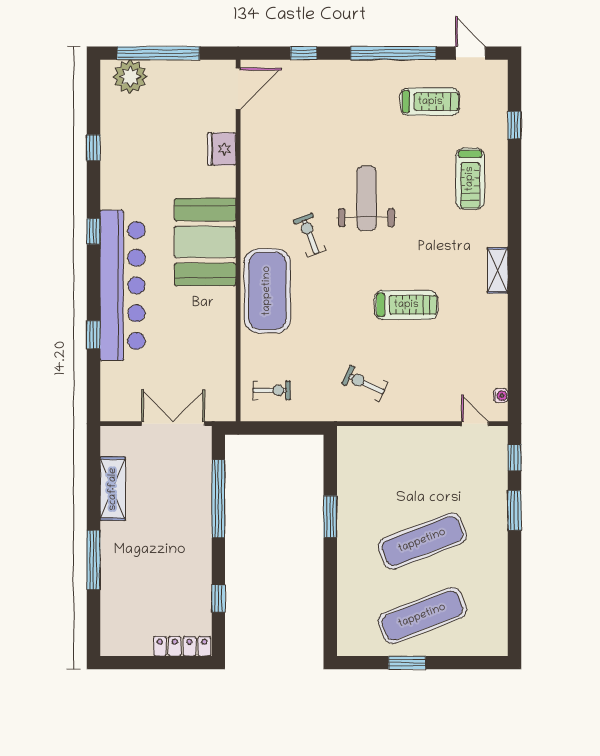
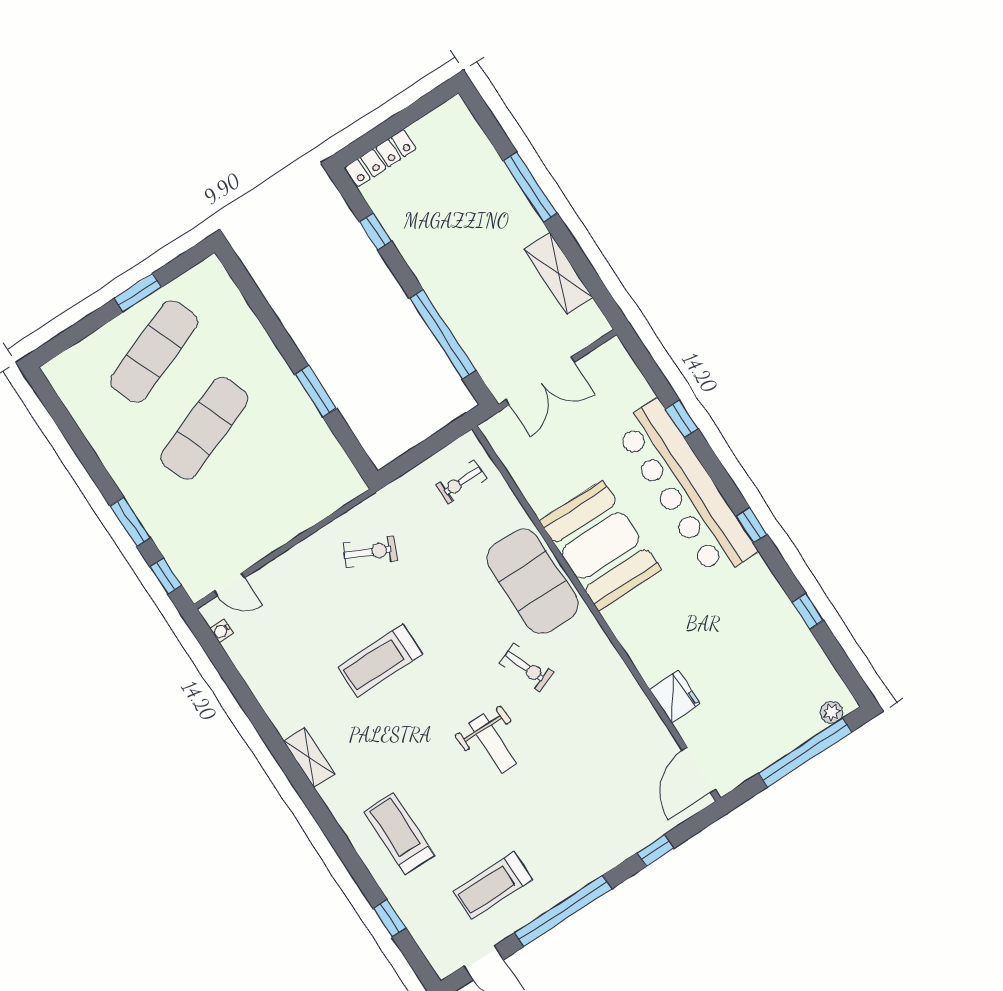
plant: (130, 77) -> (832, 712), width x0.53, depth x0.53
weight bench: (366, 198) -> (493, 743), width x0.73, depth x0.75
booth: (205, 242) -> (600, 546), moved

